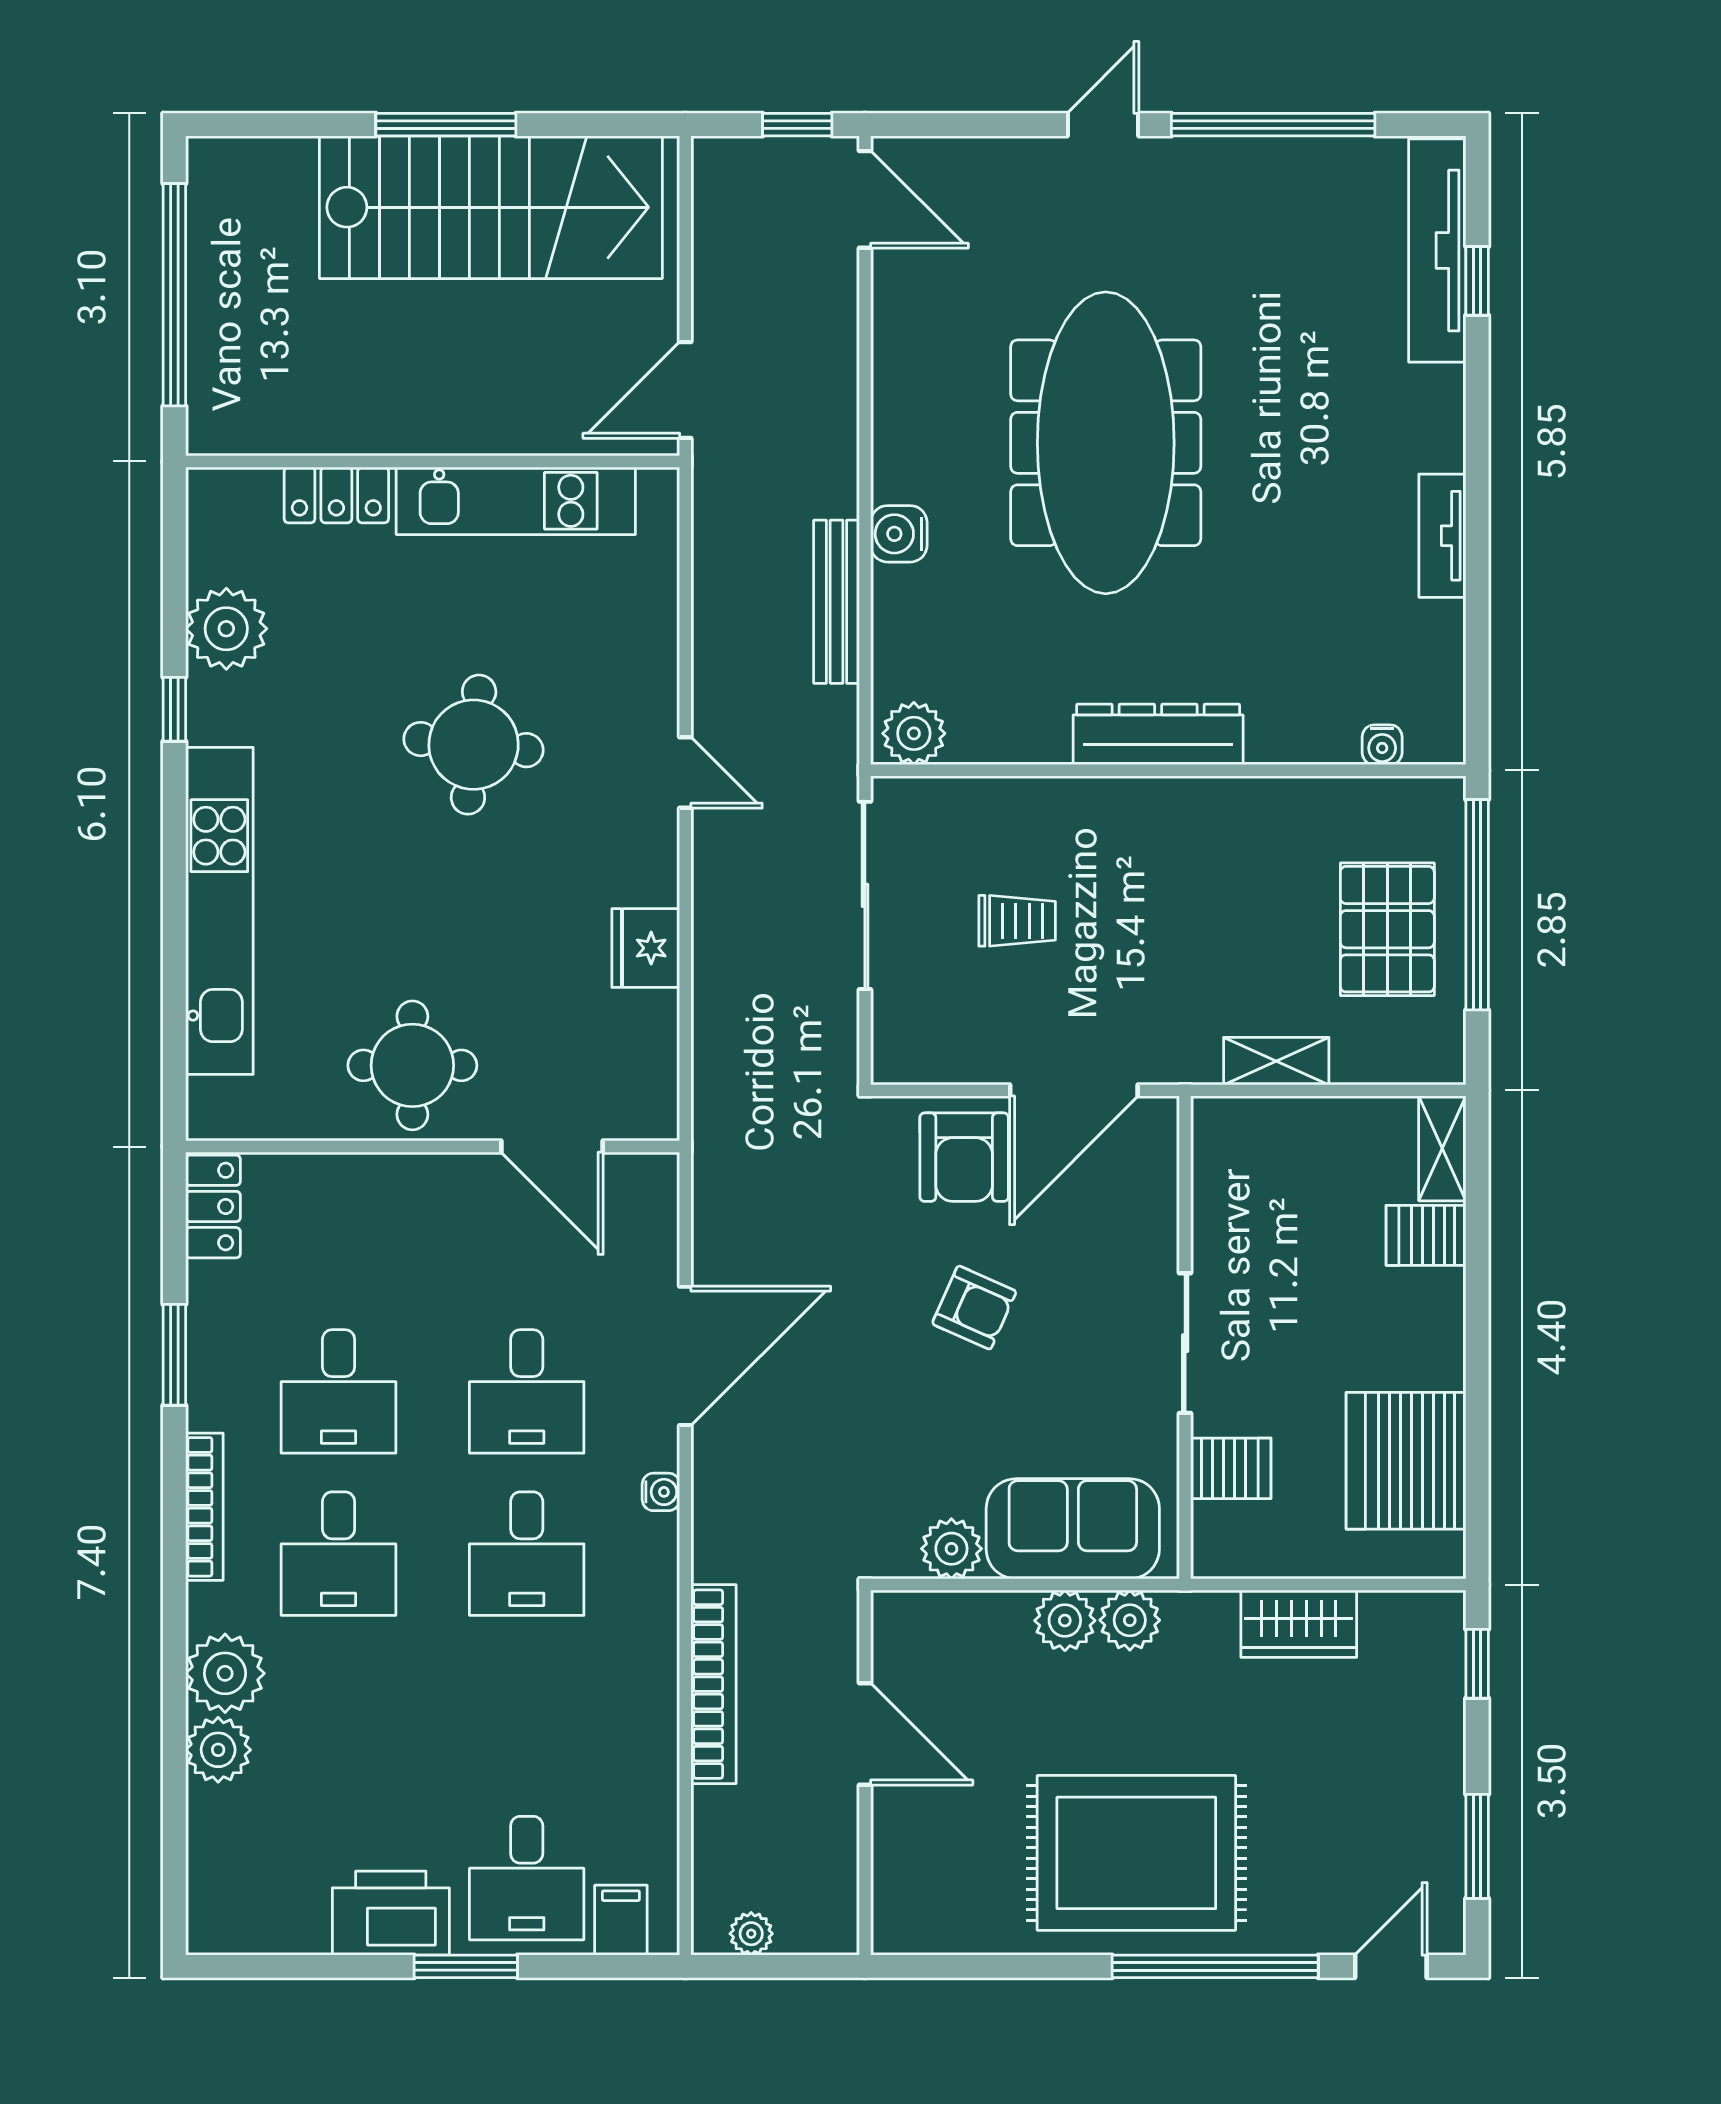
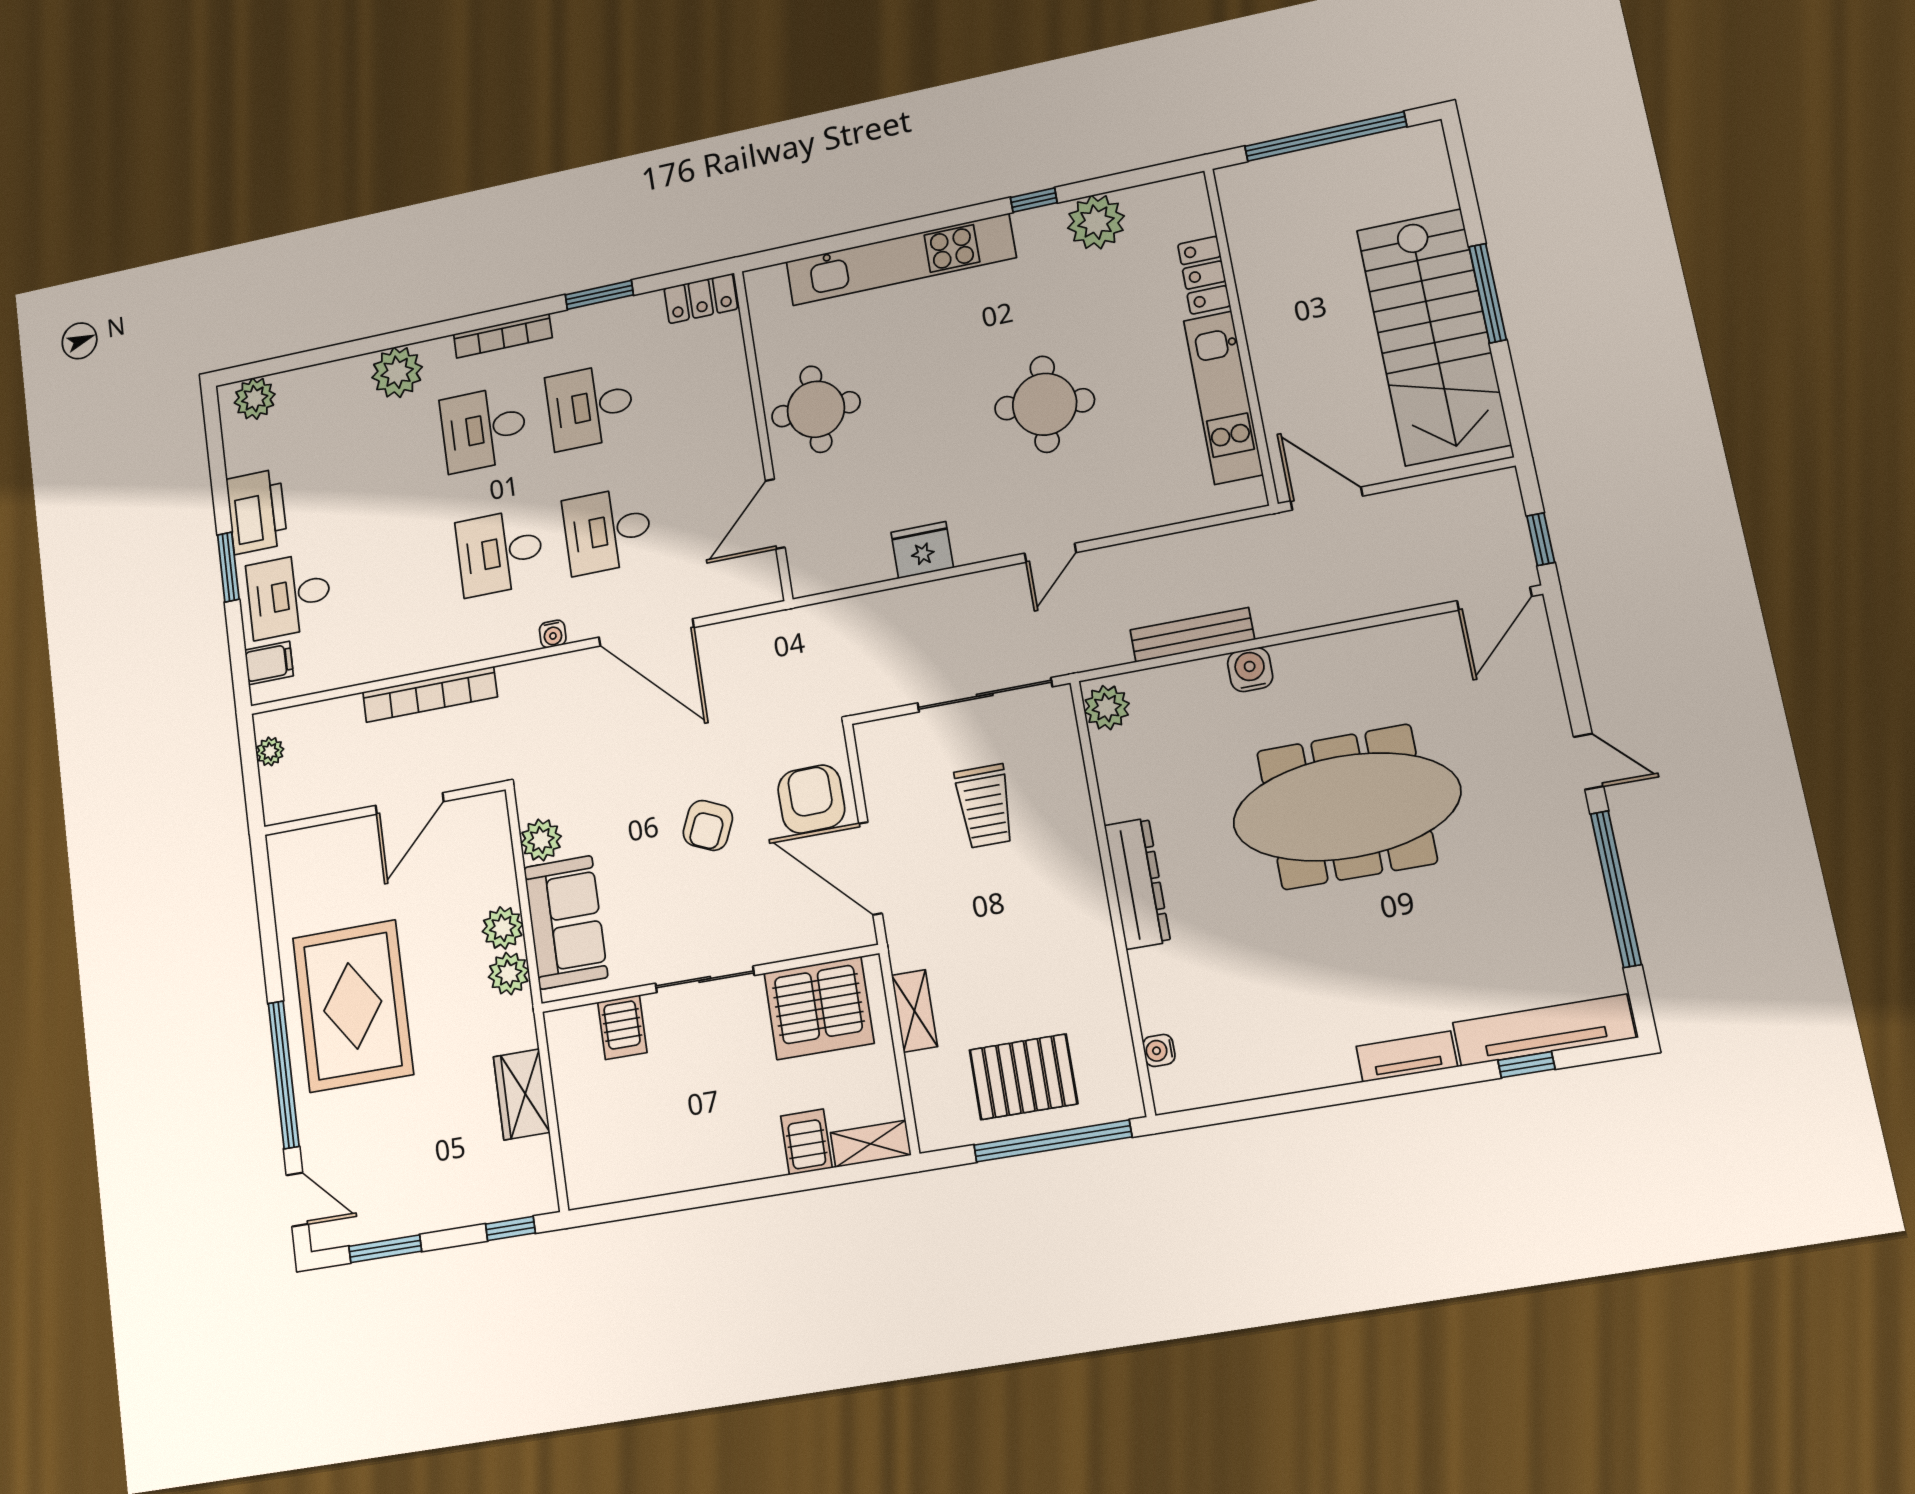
tv unit: (1442, 536) -> (1407, 1057), moved
trolley: (1017, 921) -> (985, 806), width x1.36, depth x1.39
armchair: (964, 1157) -> (811, 799), turned 89
server rack: (1406, 1461) -> (819, 1008), moved, turned 180
plant: (218, 1750) -> (255, 399), moved

